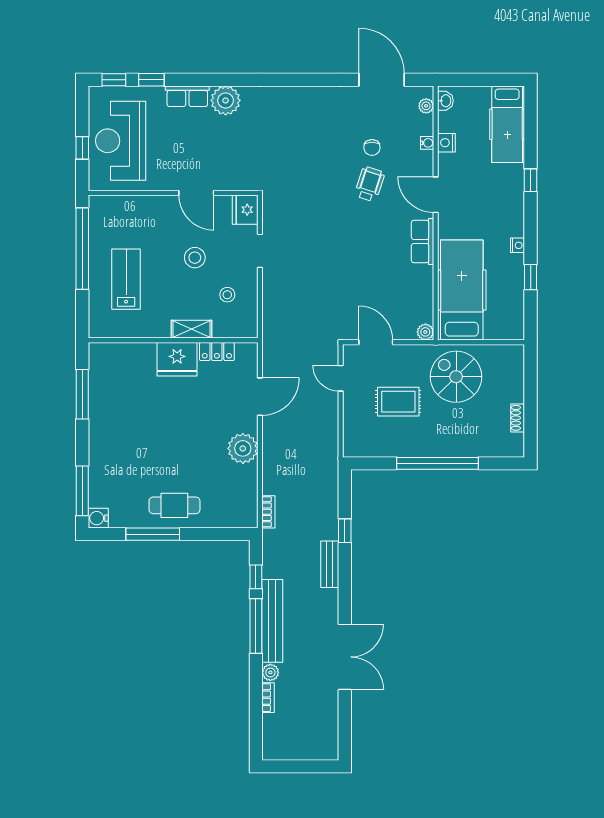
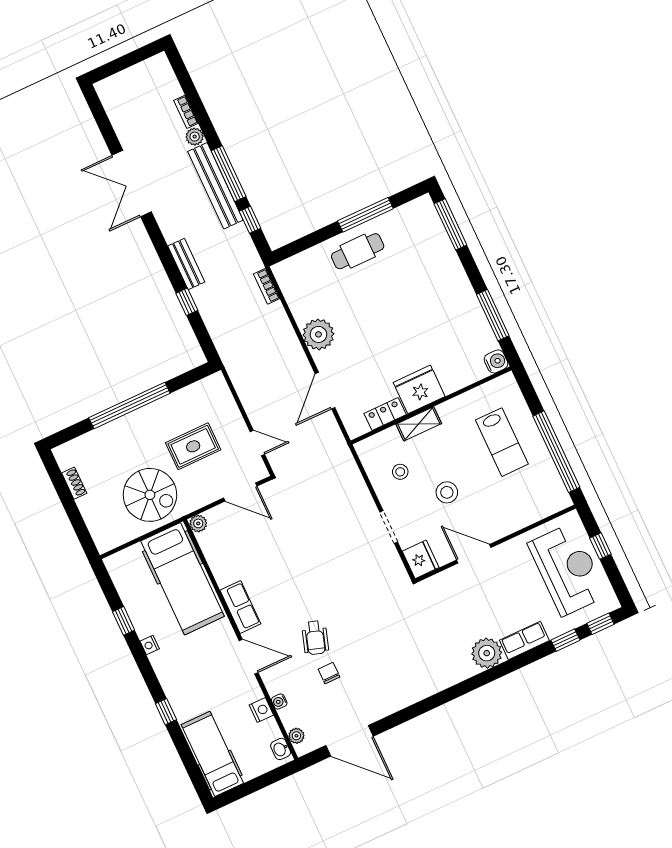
water cooler: (98, 518) -> (496, 361), moved

